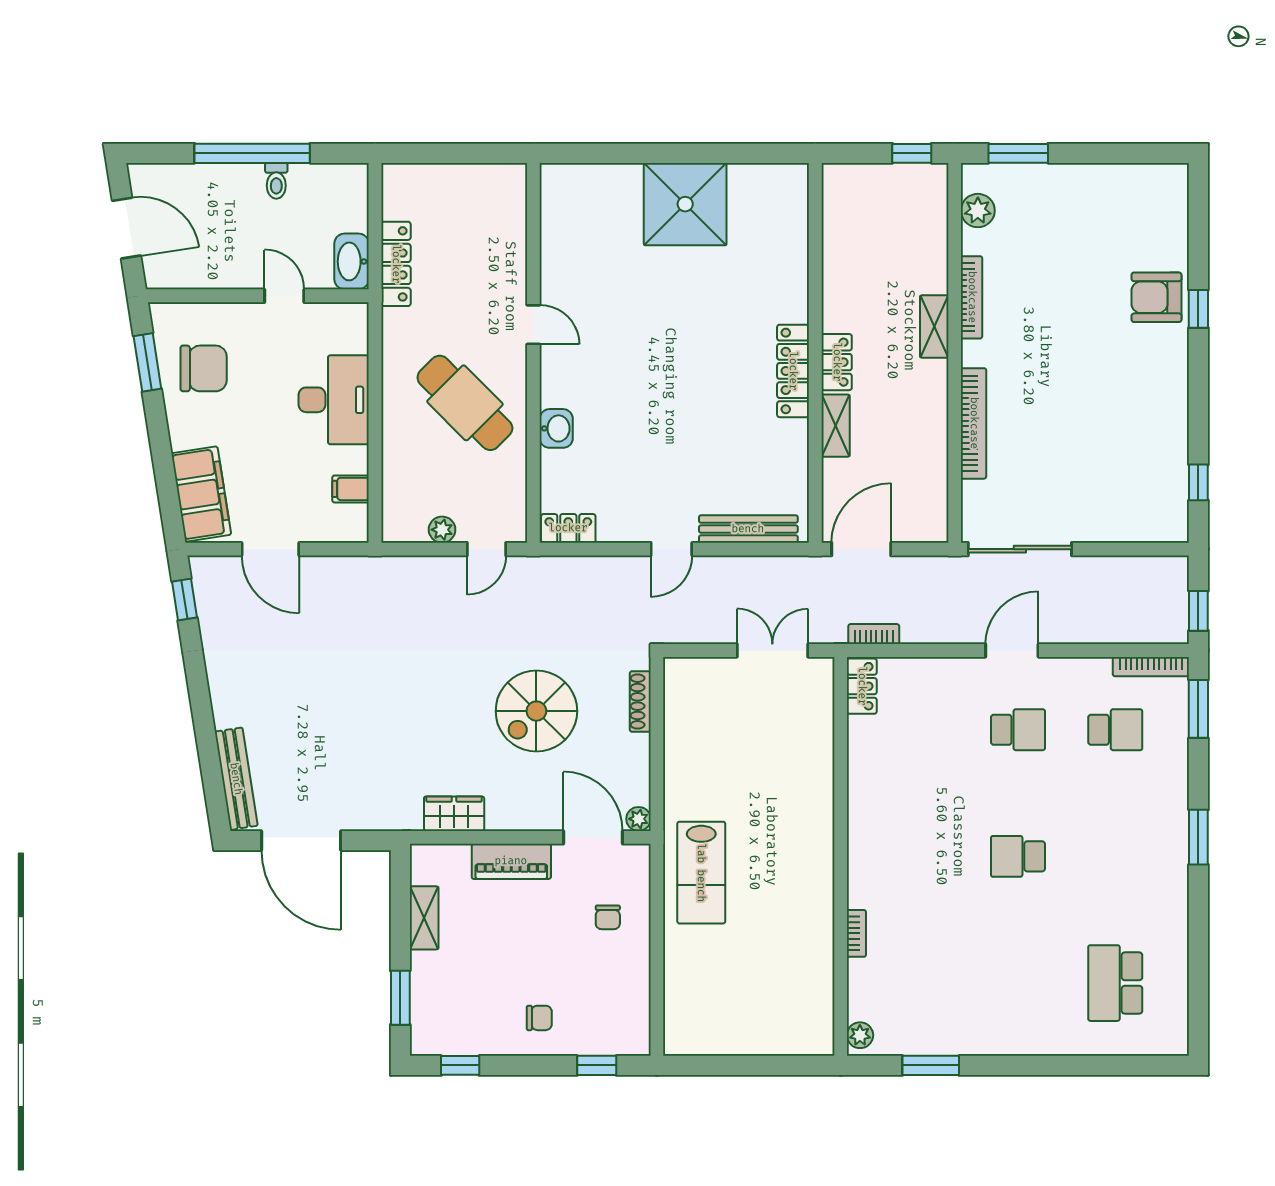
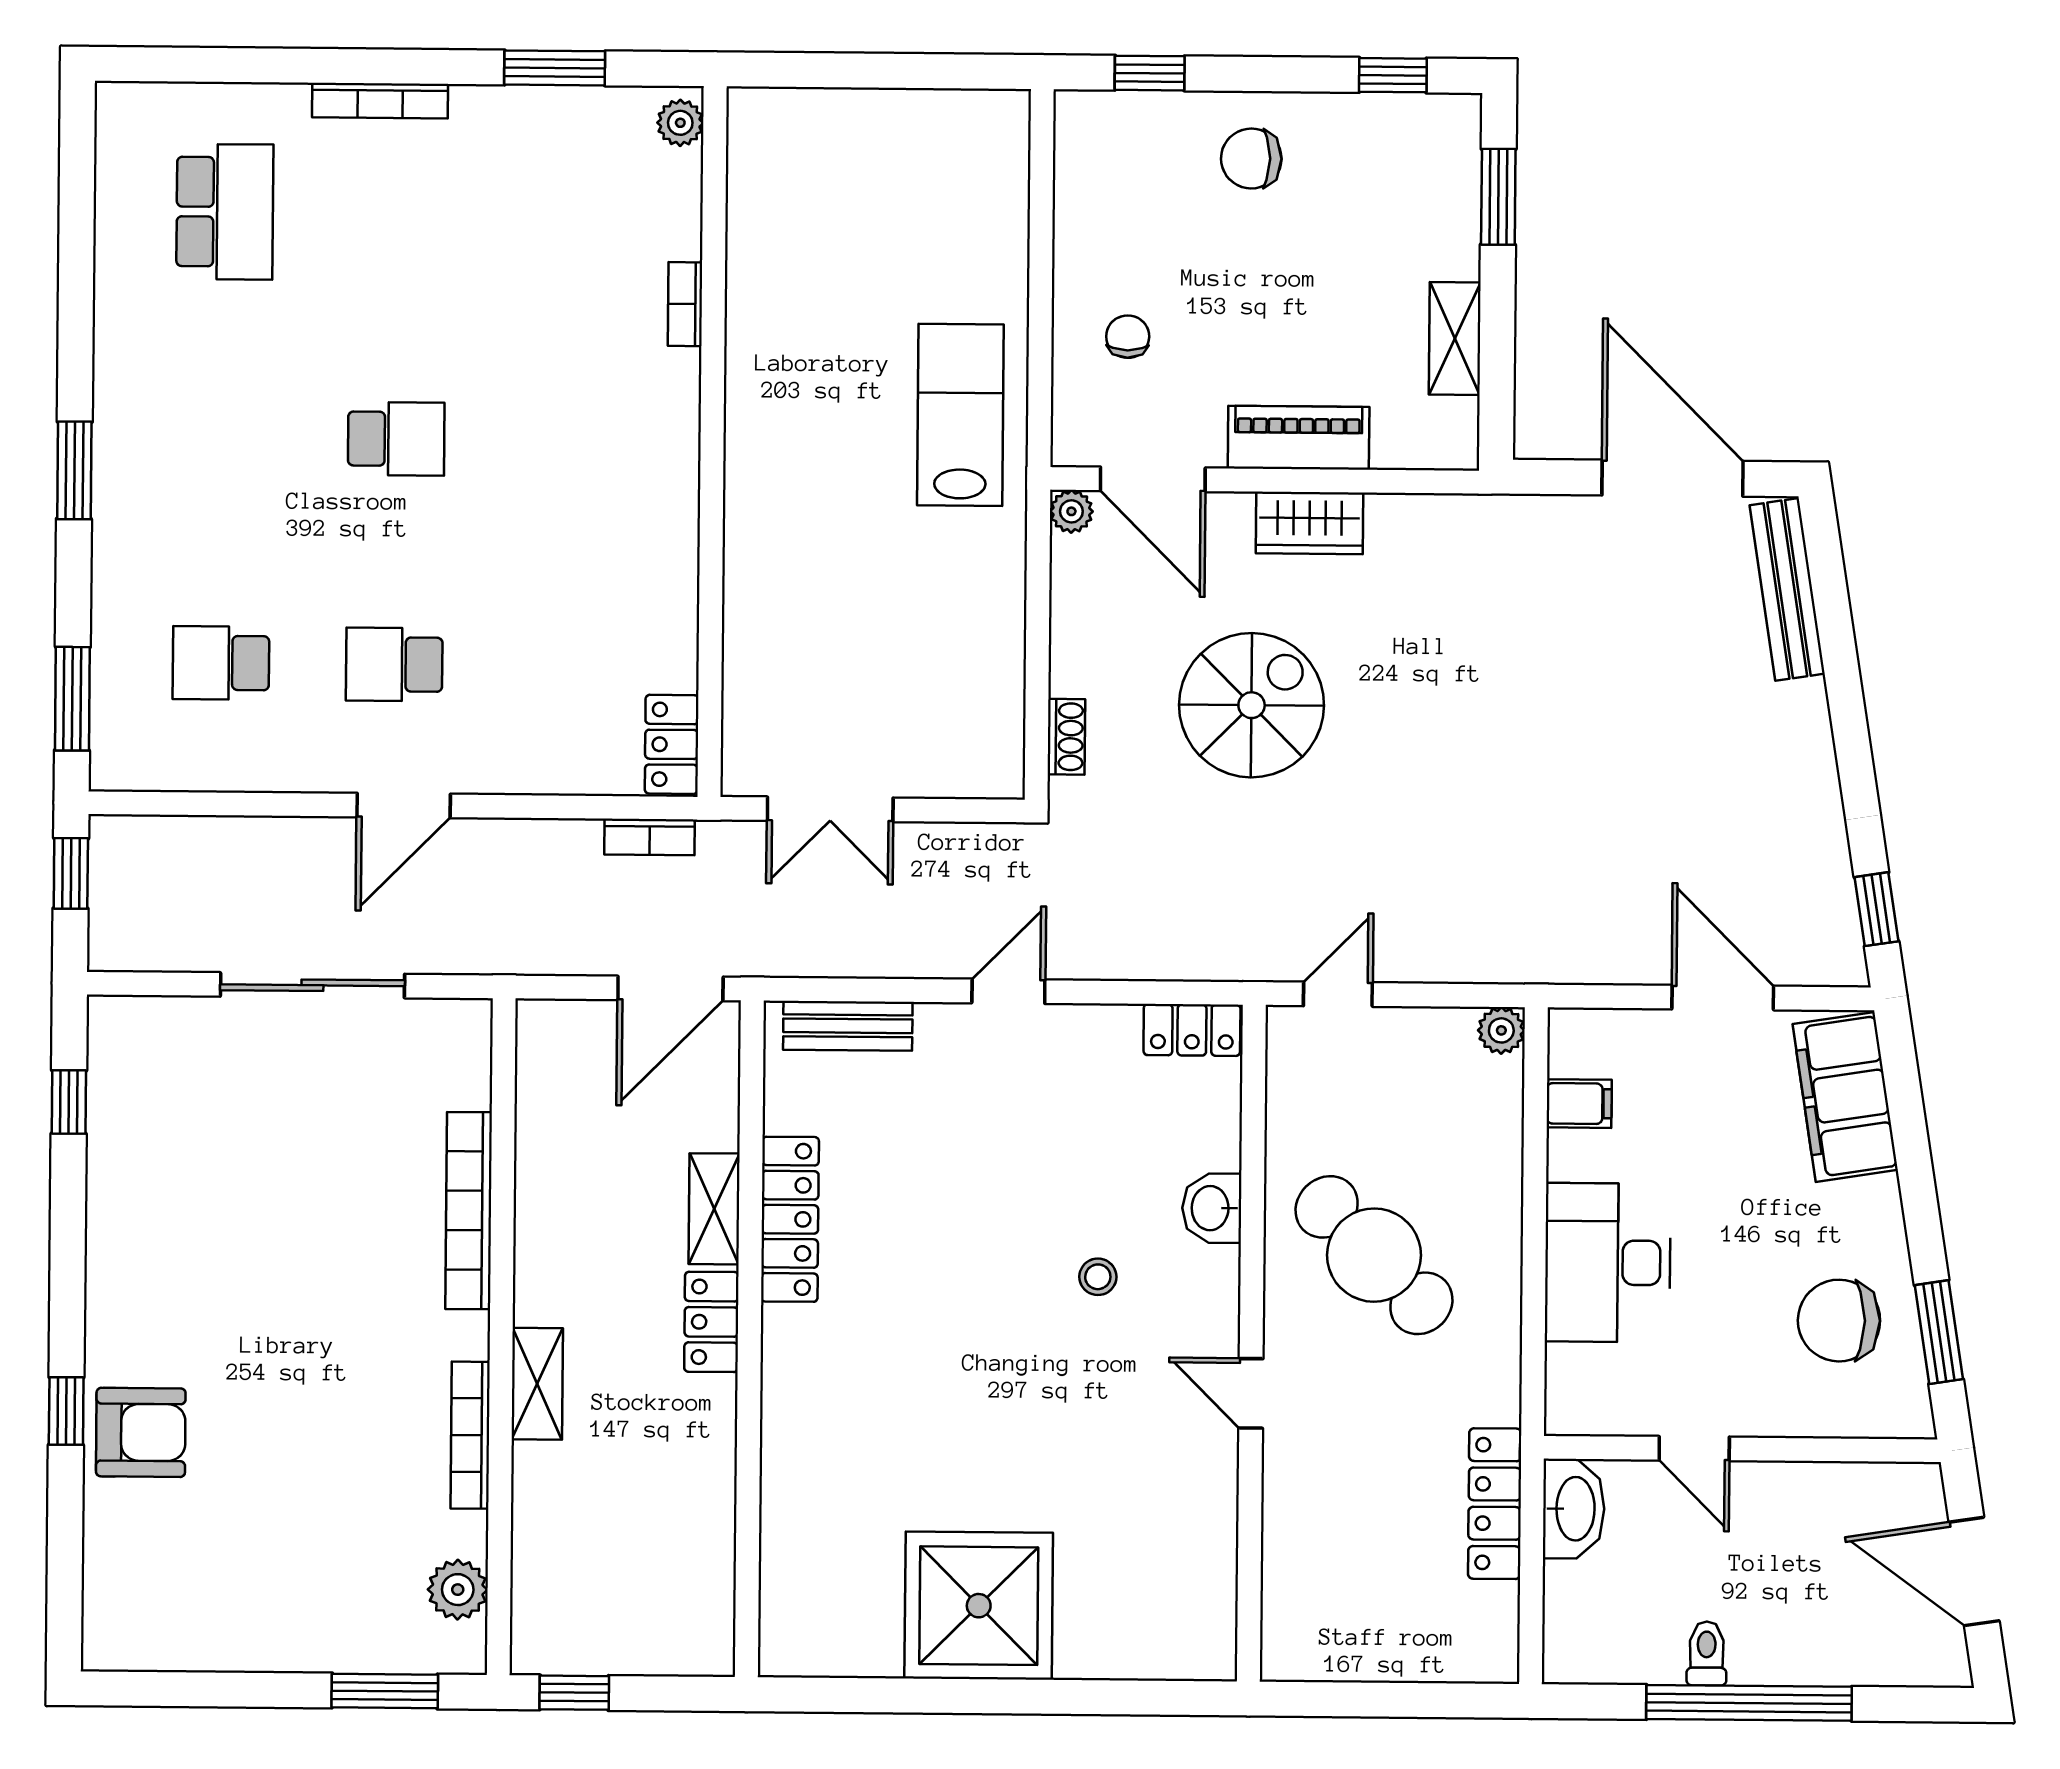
locker: (793, 371) -> (790, 1219), moved
stool: (620, 389) -> (1098, 1277), added
bench: (748, 529) -> (848, 1026), width x0.73
plant: (442, 530) -> (1501, 1030), moved
sliding door: (1020, 549) -> (312, 985), moved
bookcase: (1151, 667) -> (380, 101), moved, turned 180
shoe rack: (640, 702) -> (1066, 737), width x0.70
wardrobe: (454, 814) -> (1309, 523), moved
chair: (539, 1018) -> (1251, 159), width x1.37, depth x1.37

